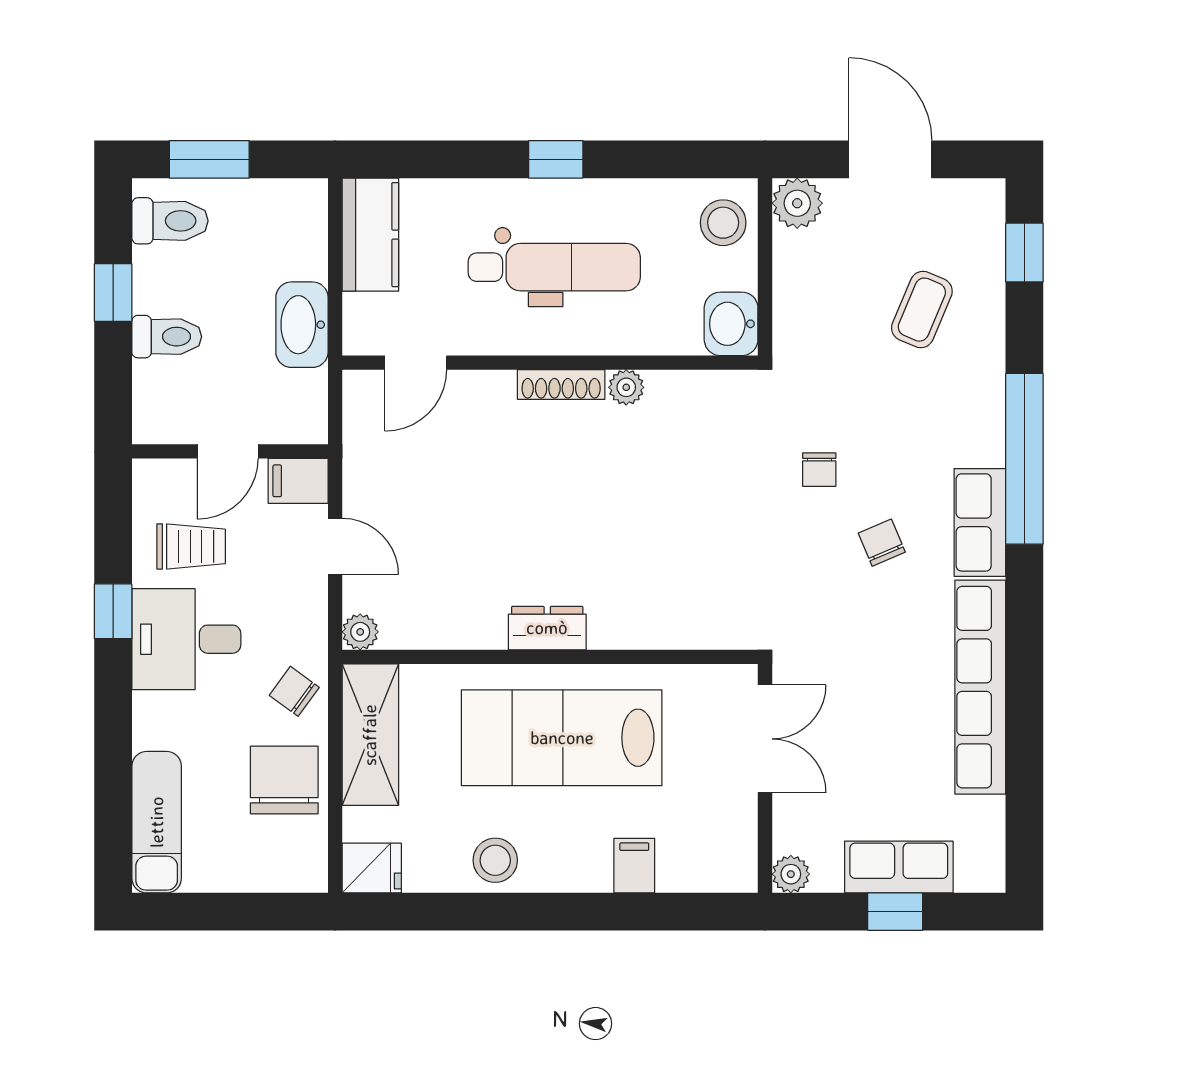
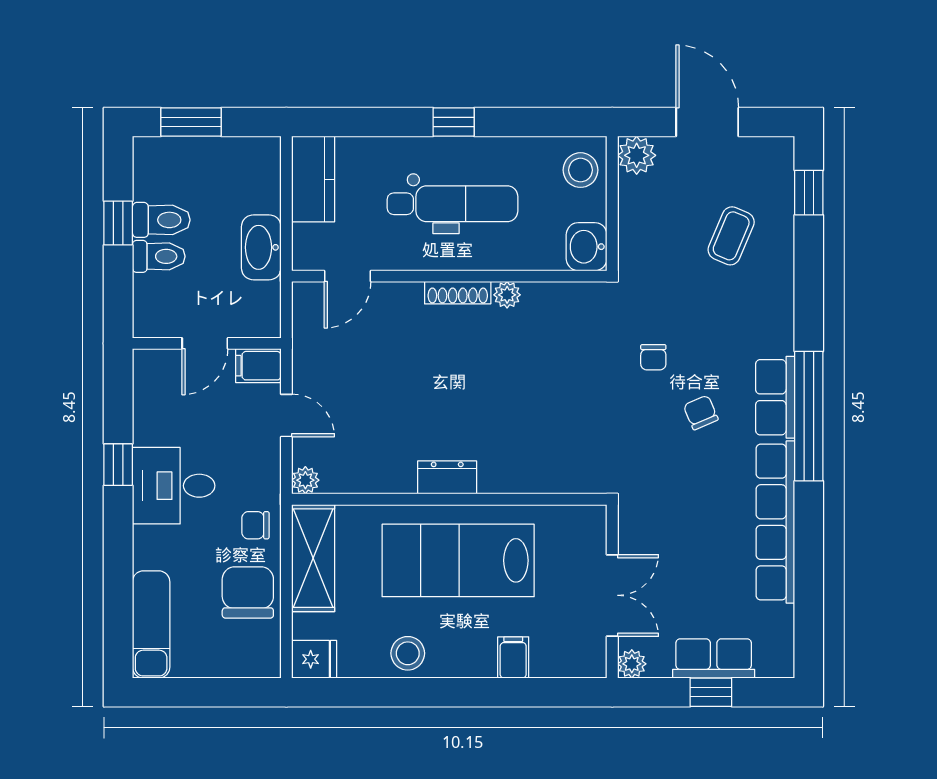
toilet: (170, 221) -> (161, 220), moved
window: (1024, 459) -> (809, 416), moved
trolley: (191, 546) -> (177, 415), removed
chair: (294, 691) -> (255, 525), turned -36
double door: (765, 739) -> (612, 595), moved

